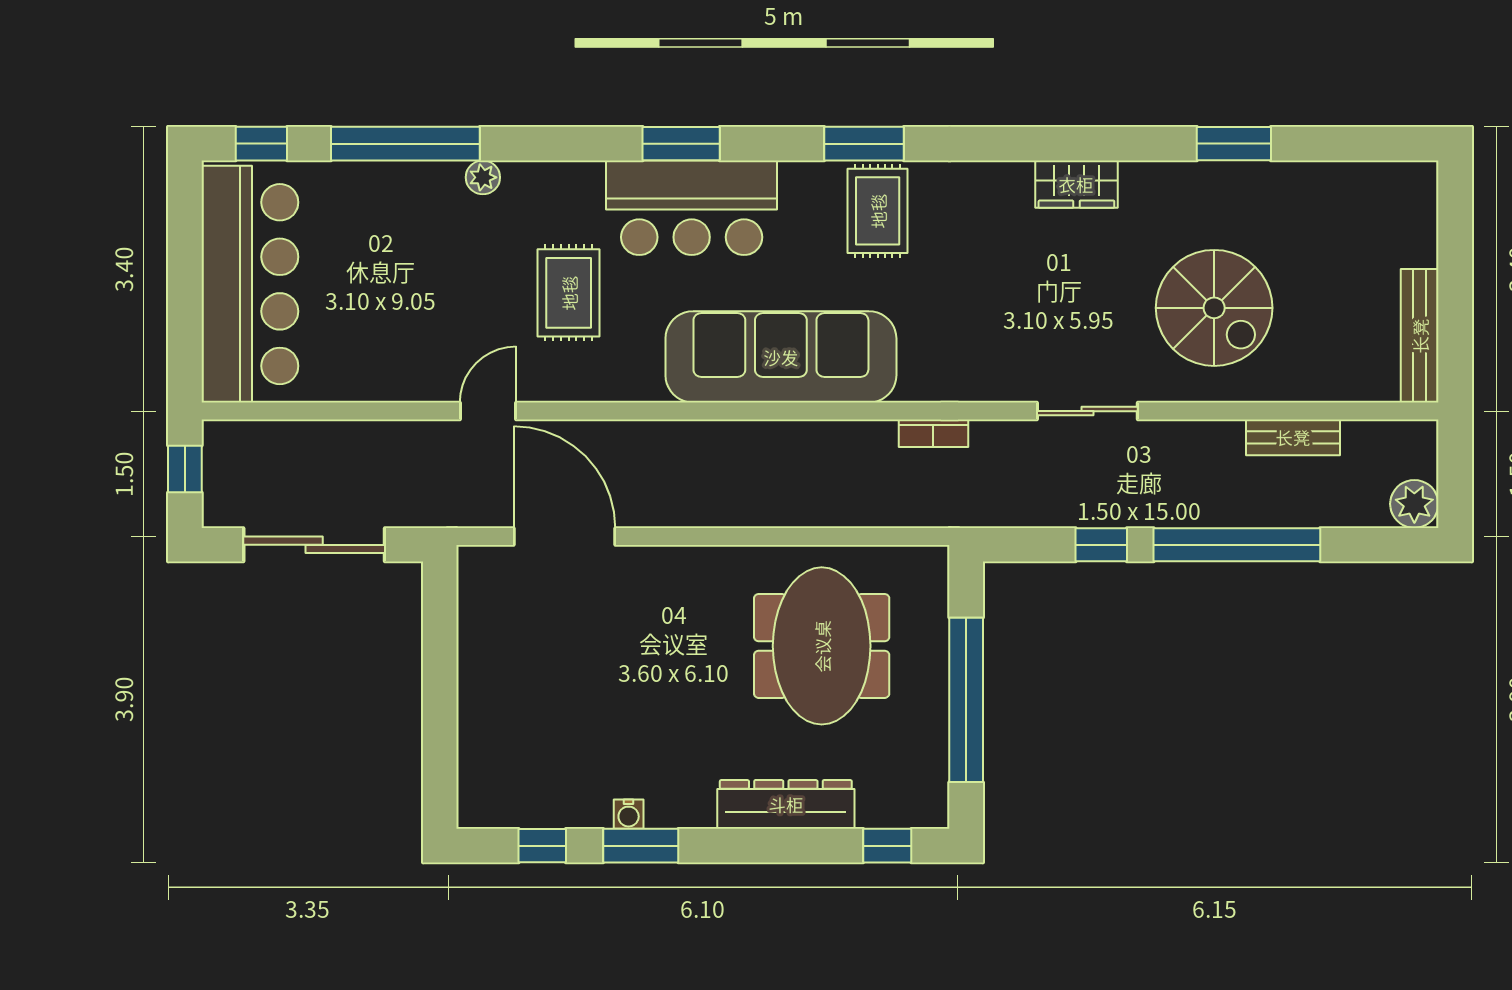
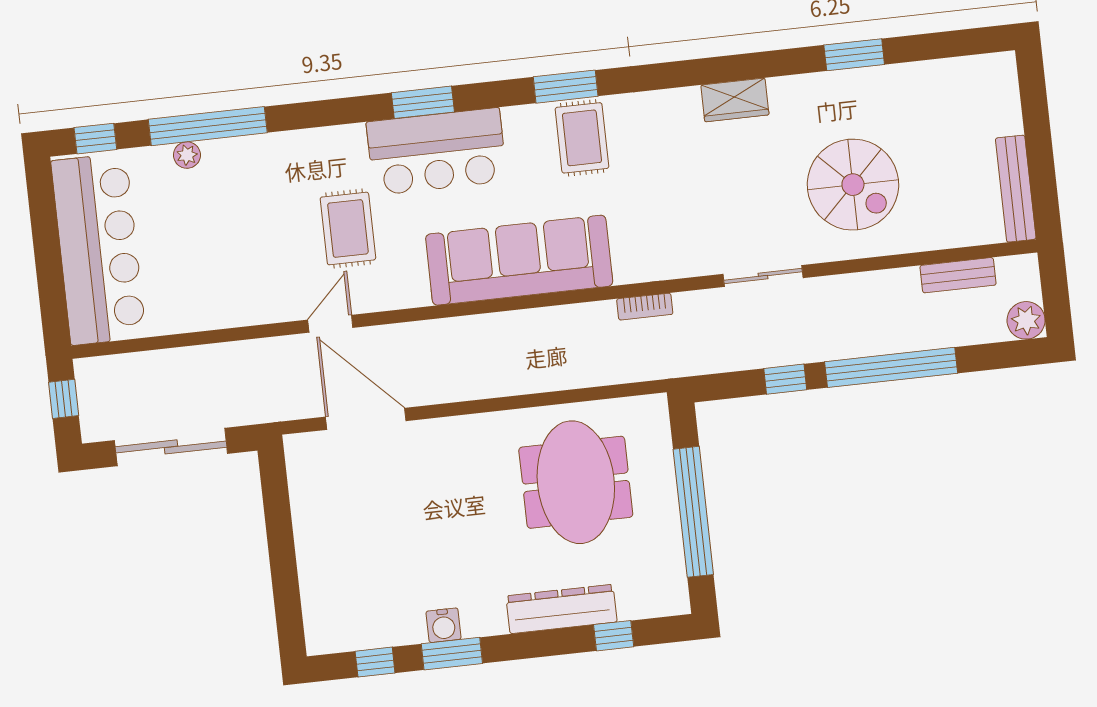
plant: (483, 177) -> (187, 155), moved
door: (488, 411) -> (330, 324), moved
bench: (1293, 437) -> (958, 275), moved
water cooler: (629, 814) -> (444, 625), width x1.38, depth x1.38
window: (887, 846) -> (614, 636), moved

